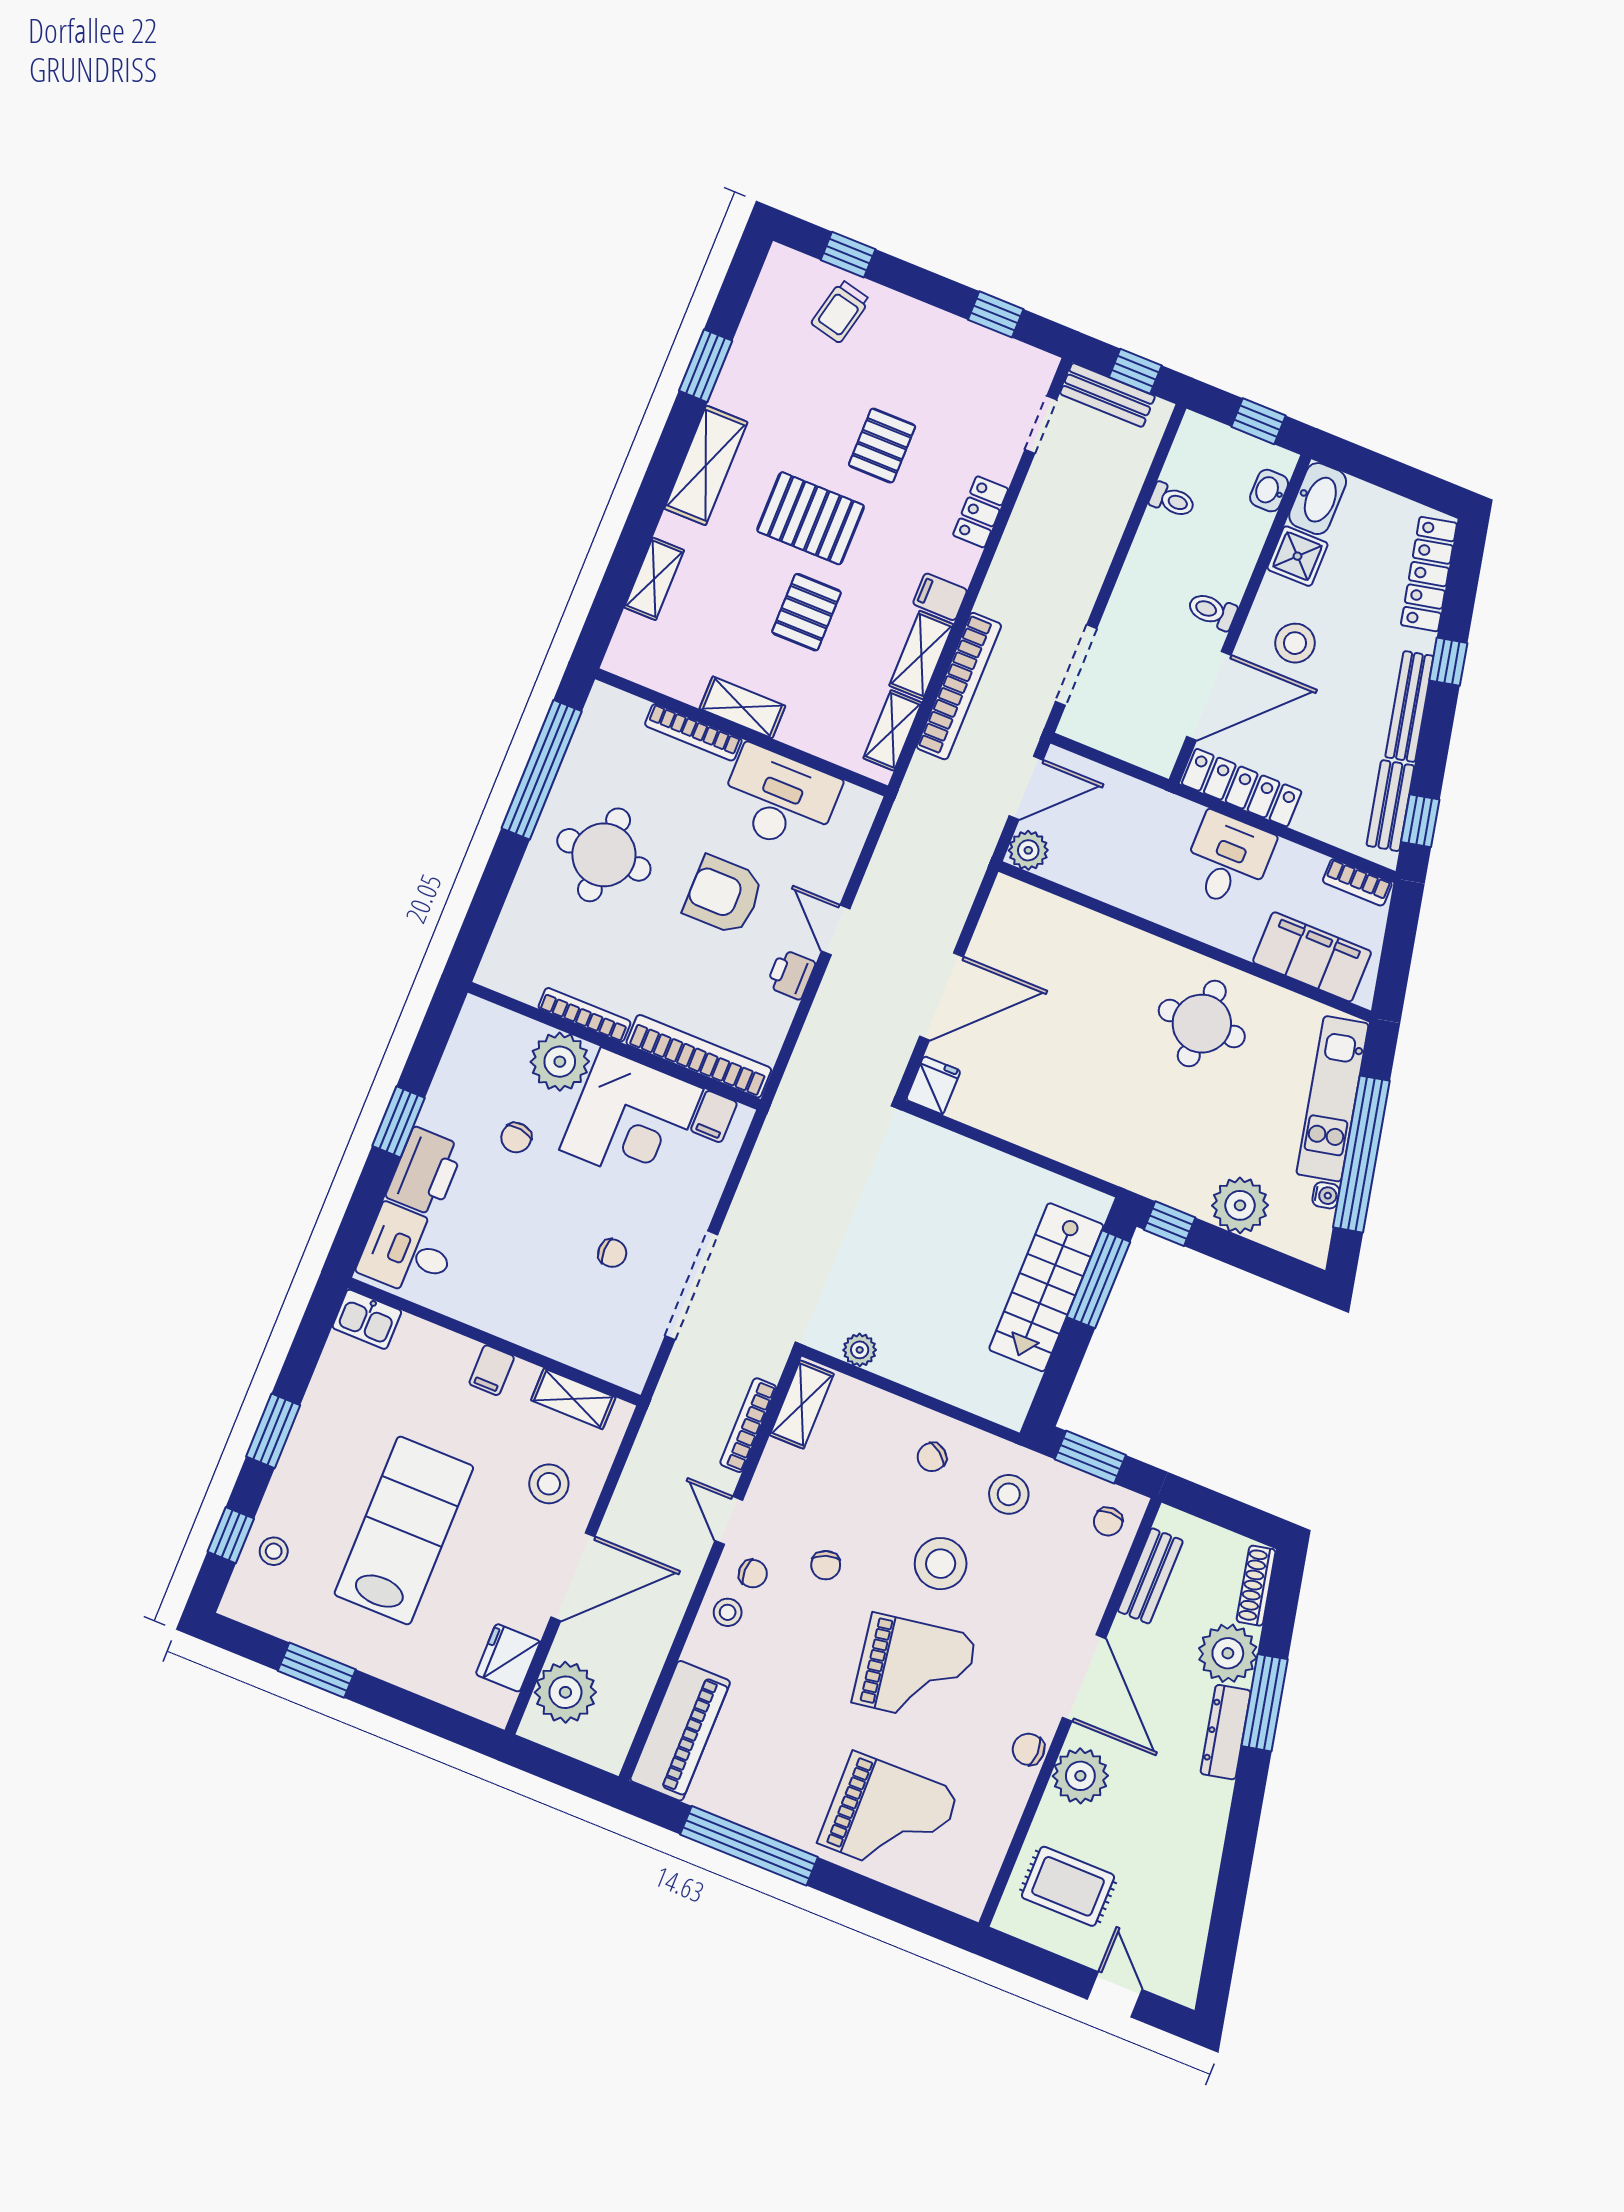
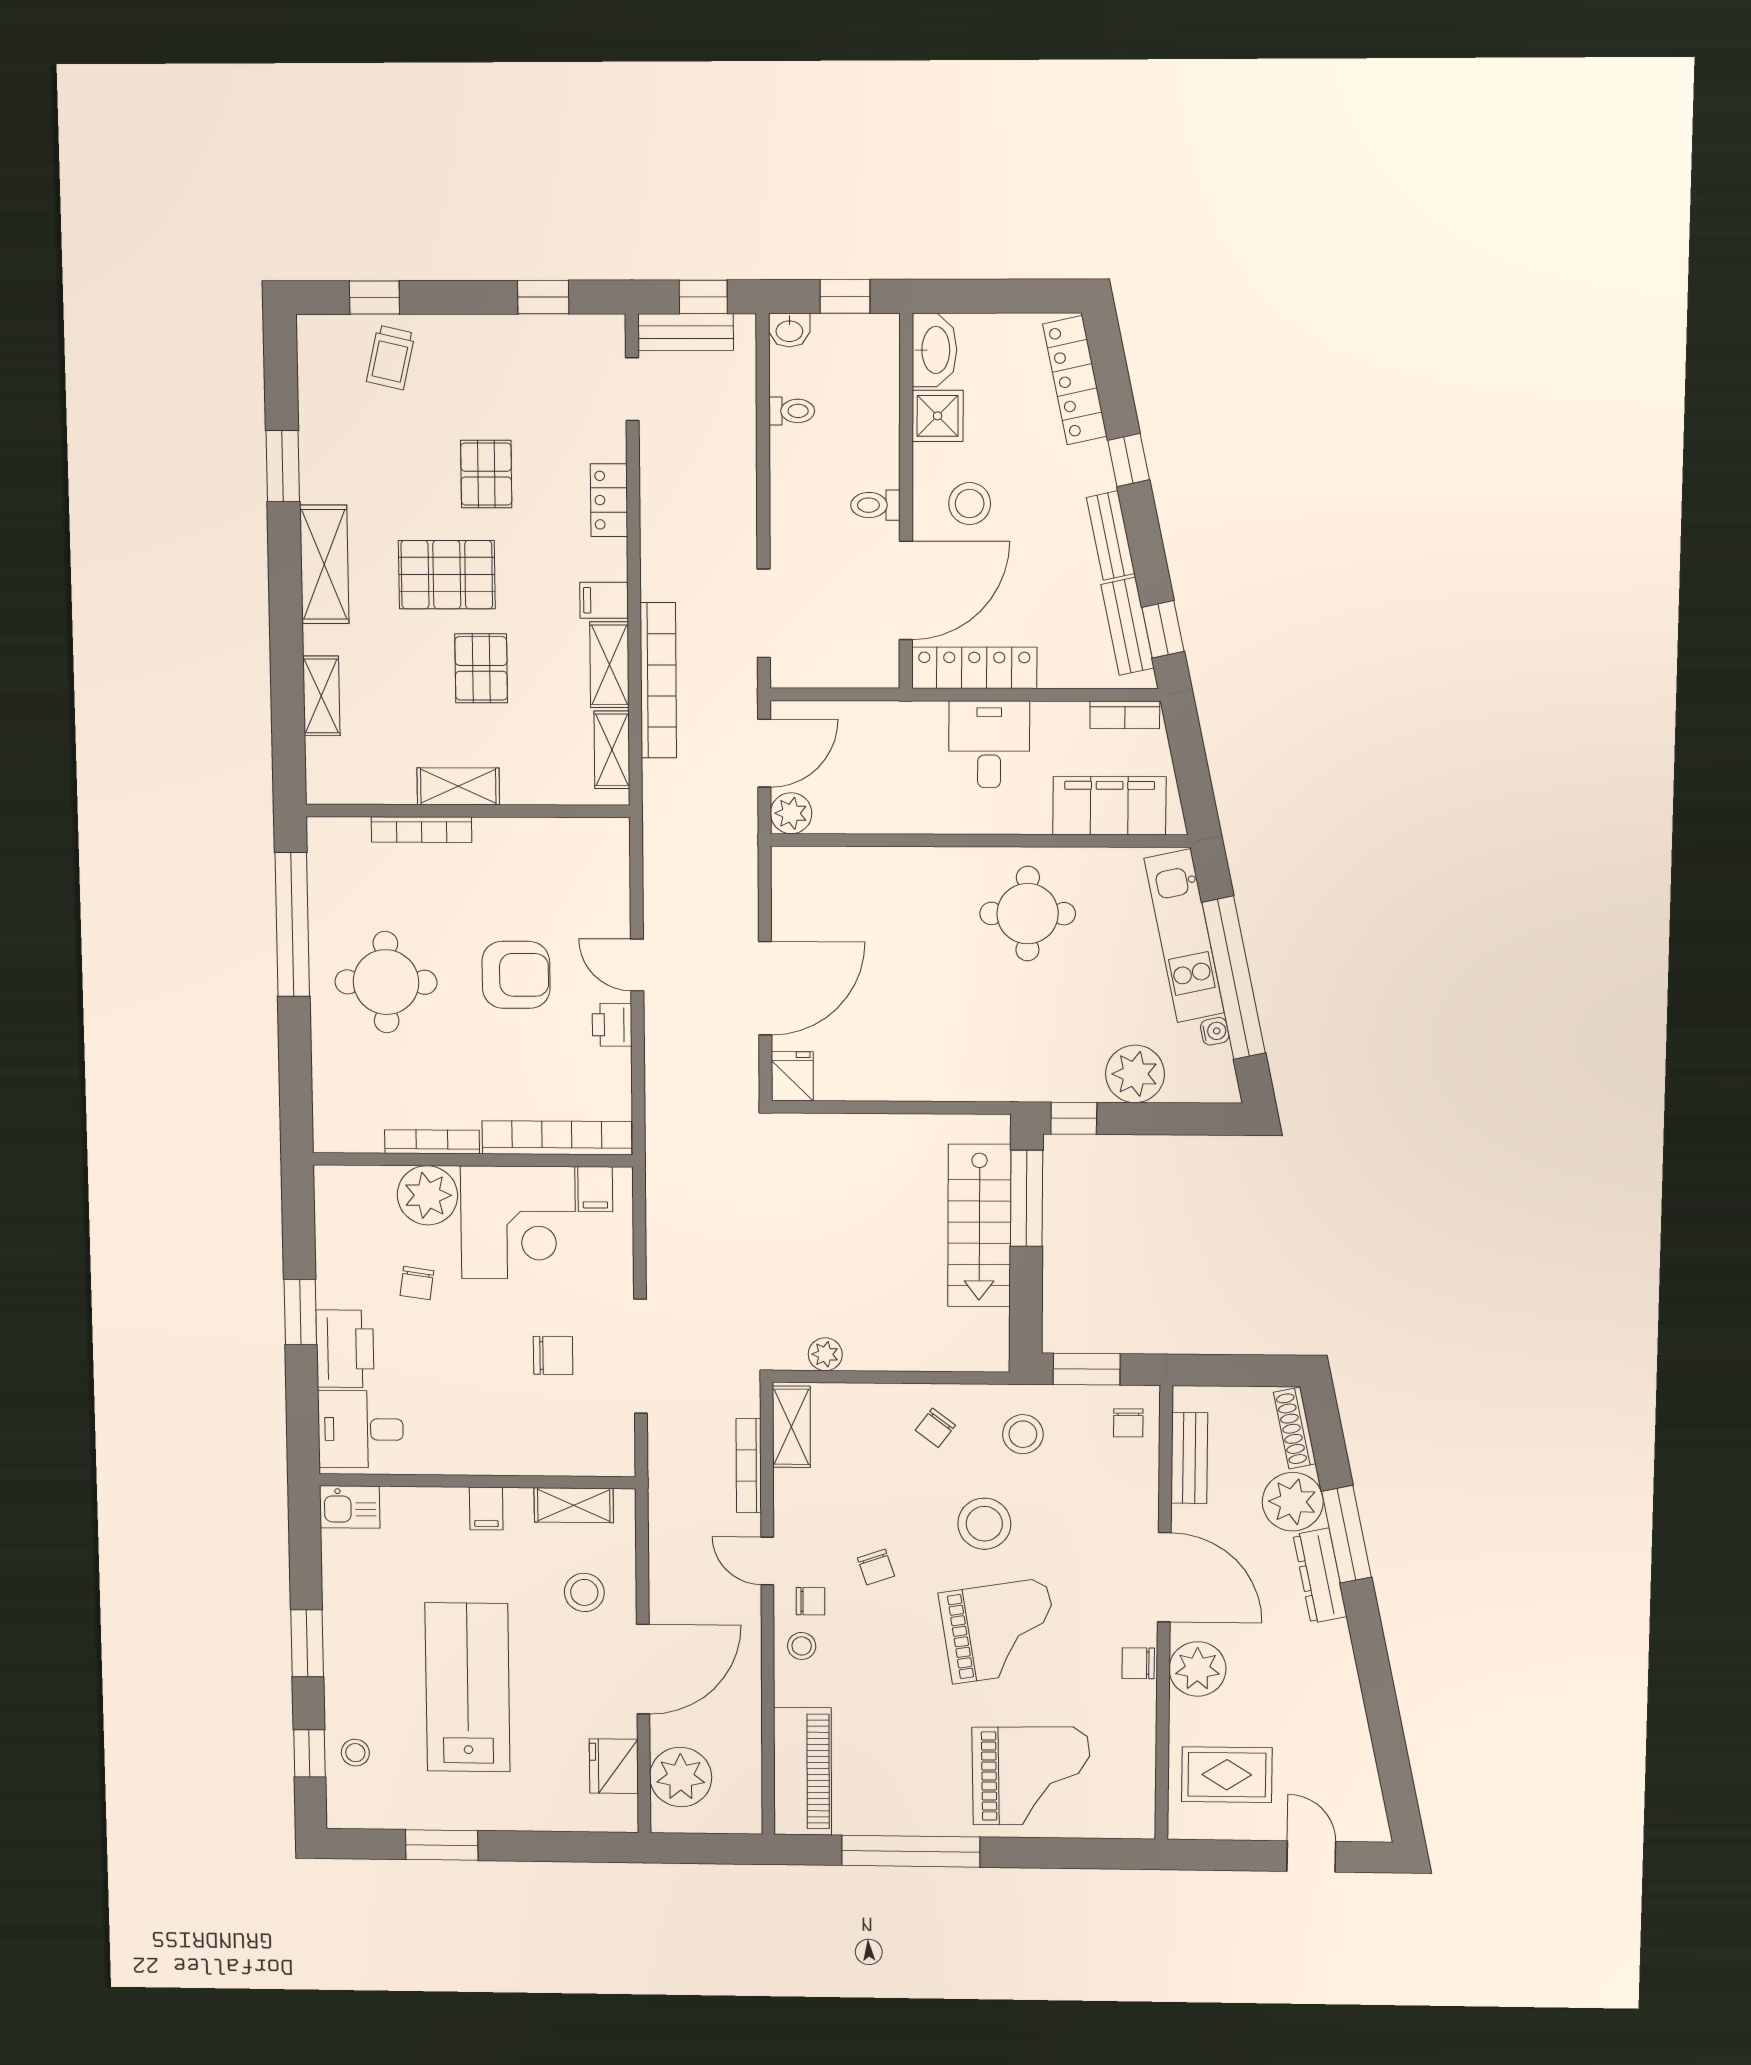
washbasin: (1269, 491) -> (789, 330), moved, turned -90
bench: (1409, 707) -> (1111, 536), width x0.73
desk: (779, 799) -> (531, 861), removed
armchair: (723, 895) -> (516, 975), turned 180
chair: (612, 1253) -> (553, 1355), width x1.37, depth x1.37

